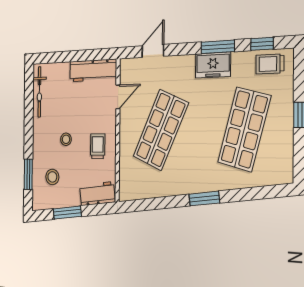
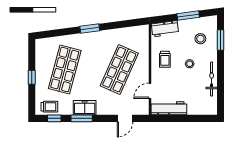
bicycle: (39, 92) -> (212, 79), moved

